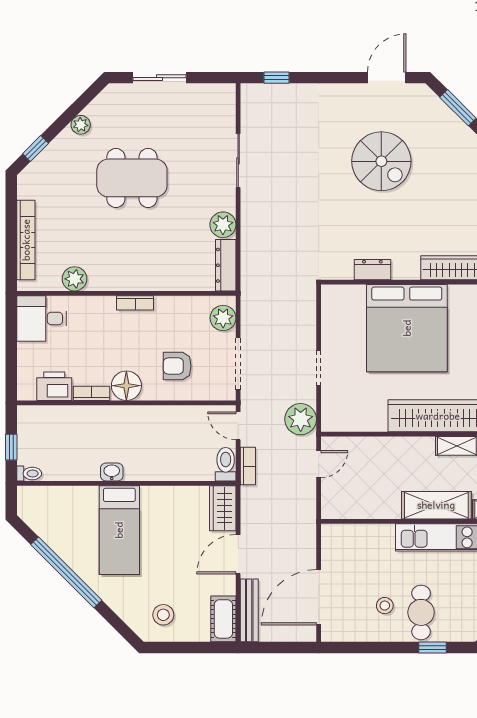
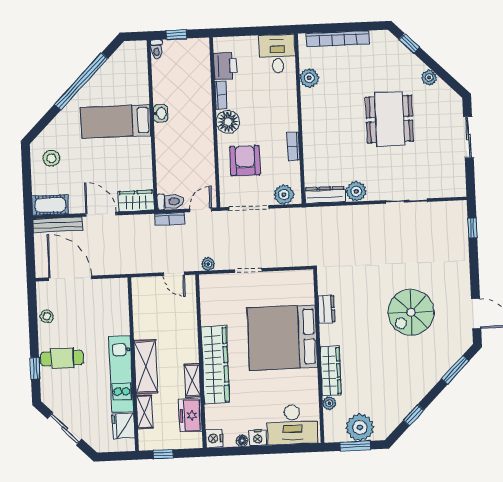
bookcase: (135, 303) -> (294, 146), moved
armchair: (177, 366) -> (245, 161), width x1.38, depth x1.38
plant: (301, 419) -> (208, 264), width x0.53, depth x0.53
stool: (385, 606) -> (47, 316), moved

